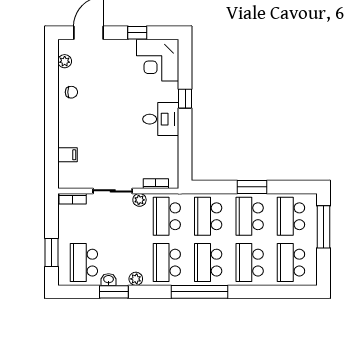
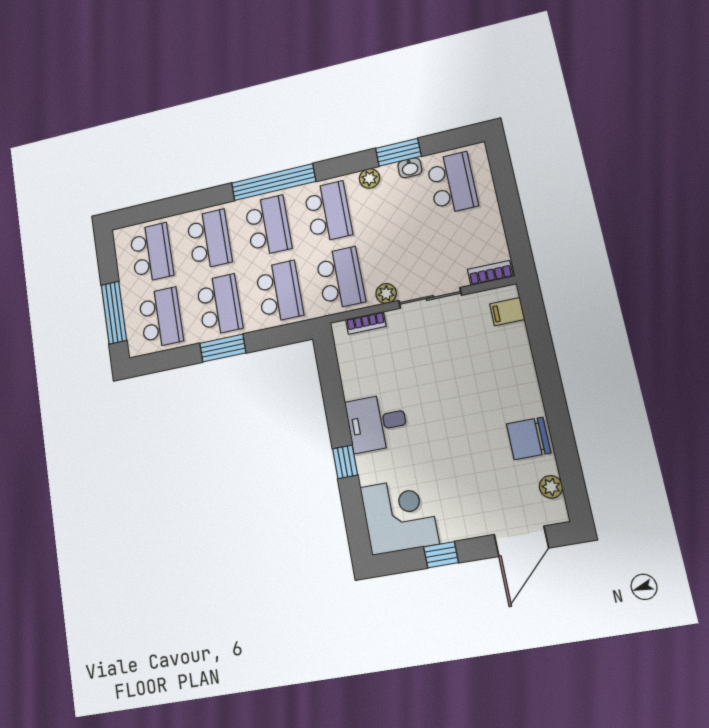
chair: (71, 92) -> (529, 438), width x1.87, depth x1.87
filing cabinet: (67, 155) -> (507, 312), moved
window: (52, 253) -> (505, 186), removed

